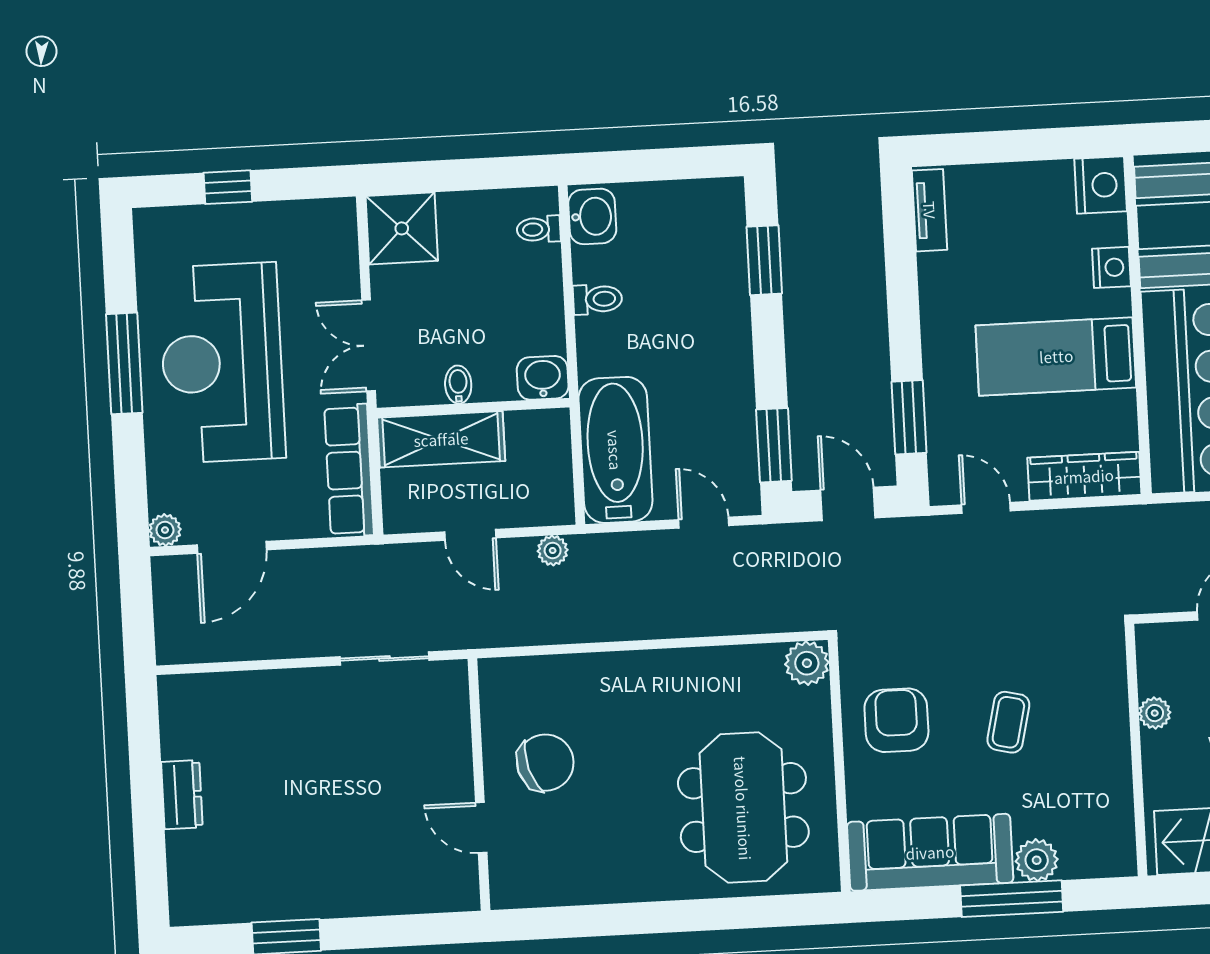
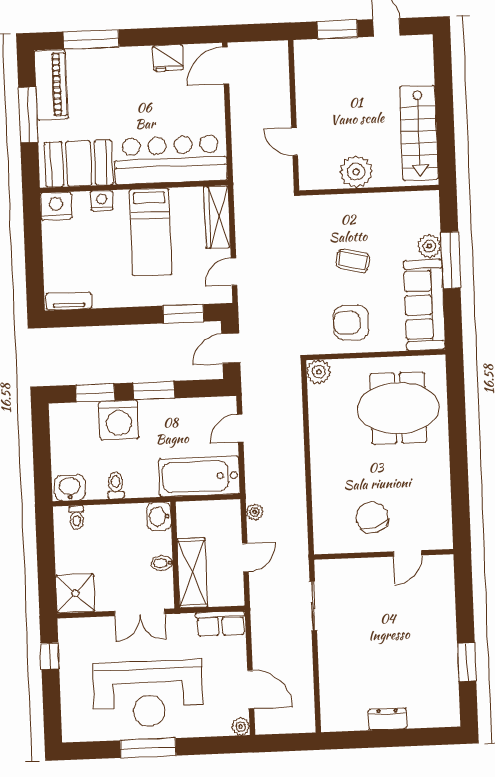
window: (228, 187) -> (50, 656), moved
washing machine: (716, 303) -> (119, 420), added
window: (774, 445) -> (154, 390), moved
row of seats: (349, 470) -> (221, 624), width x0.68
plant: (1155, 713) -> (356, 172), width x1.88, depth x1.88

